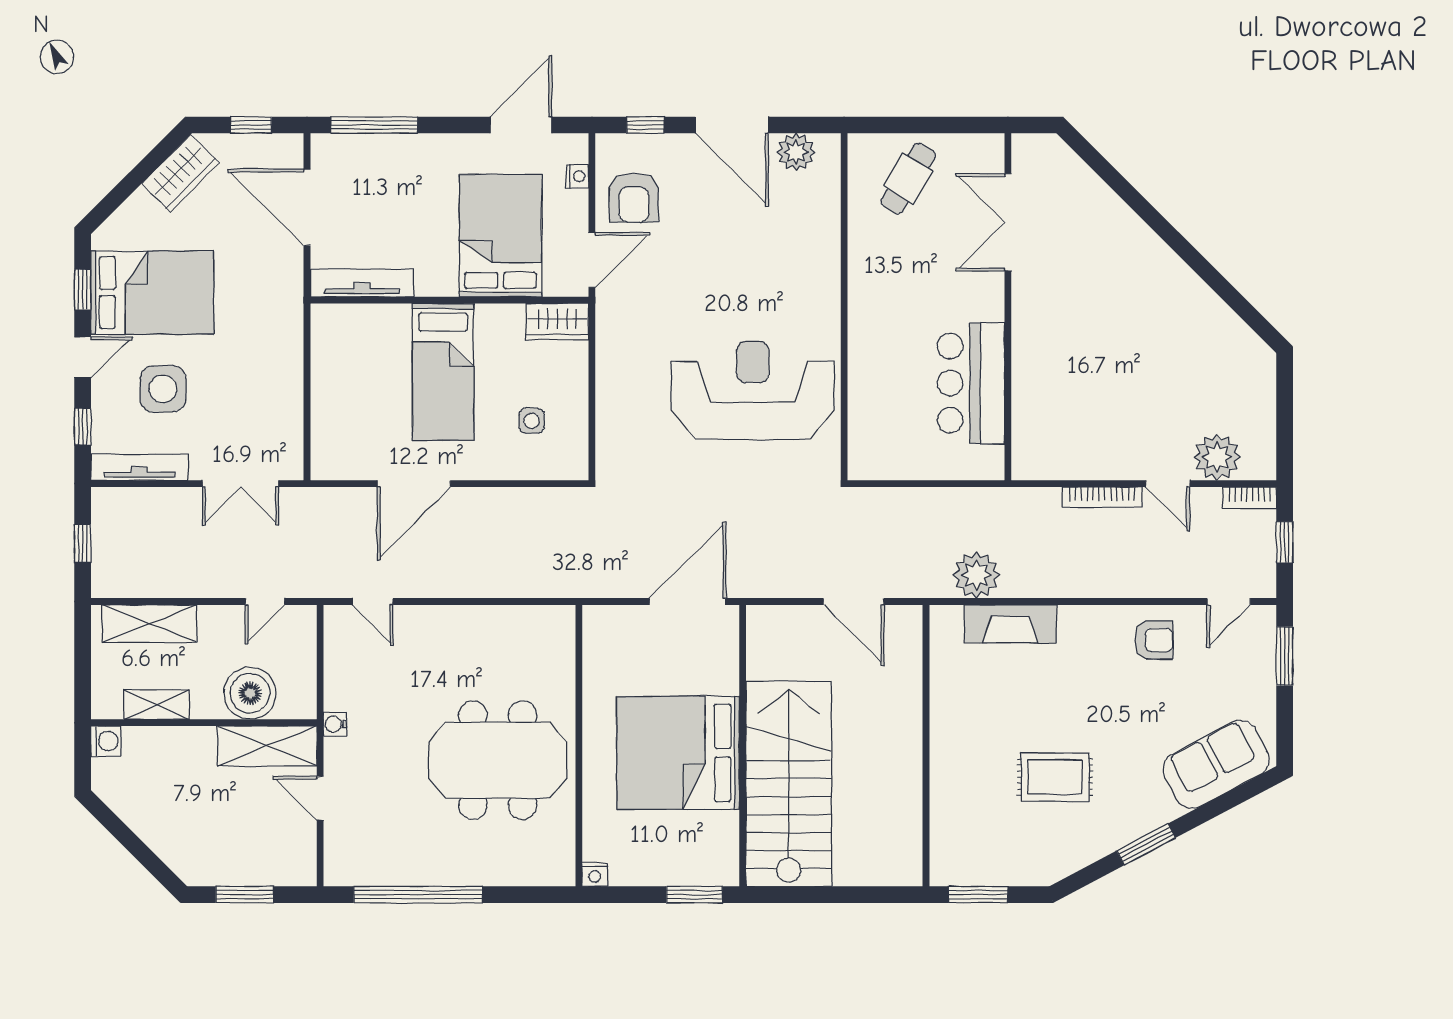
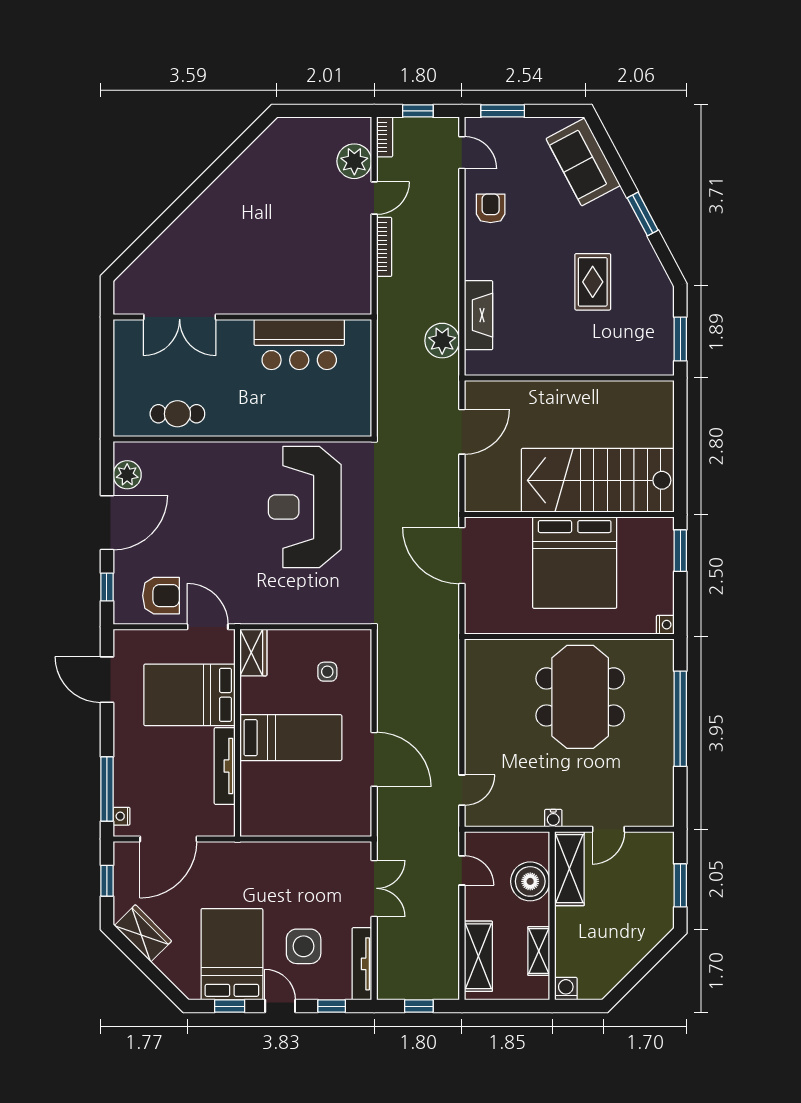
nightstand: (577, 176) -> (122, 816), moved, turned -90
cafe table: (908, 178) -> (177, 414), moved, turned -31
tv unit: (362, 283) -> (225, 766), moved
window: (418, 895) -> (680, 719), moved

